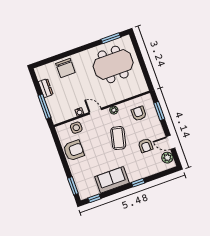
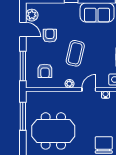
window: (144, 68) -> (23, 116), added
door: (95, 111) -> (89, 89), swing flipped
window: (159, 111) -> (23, 66), width x1.44

